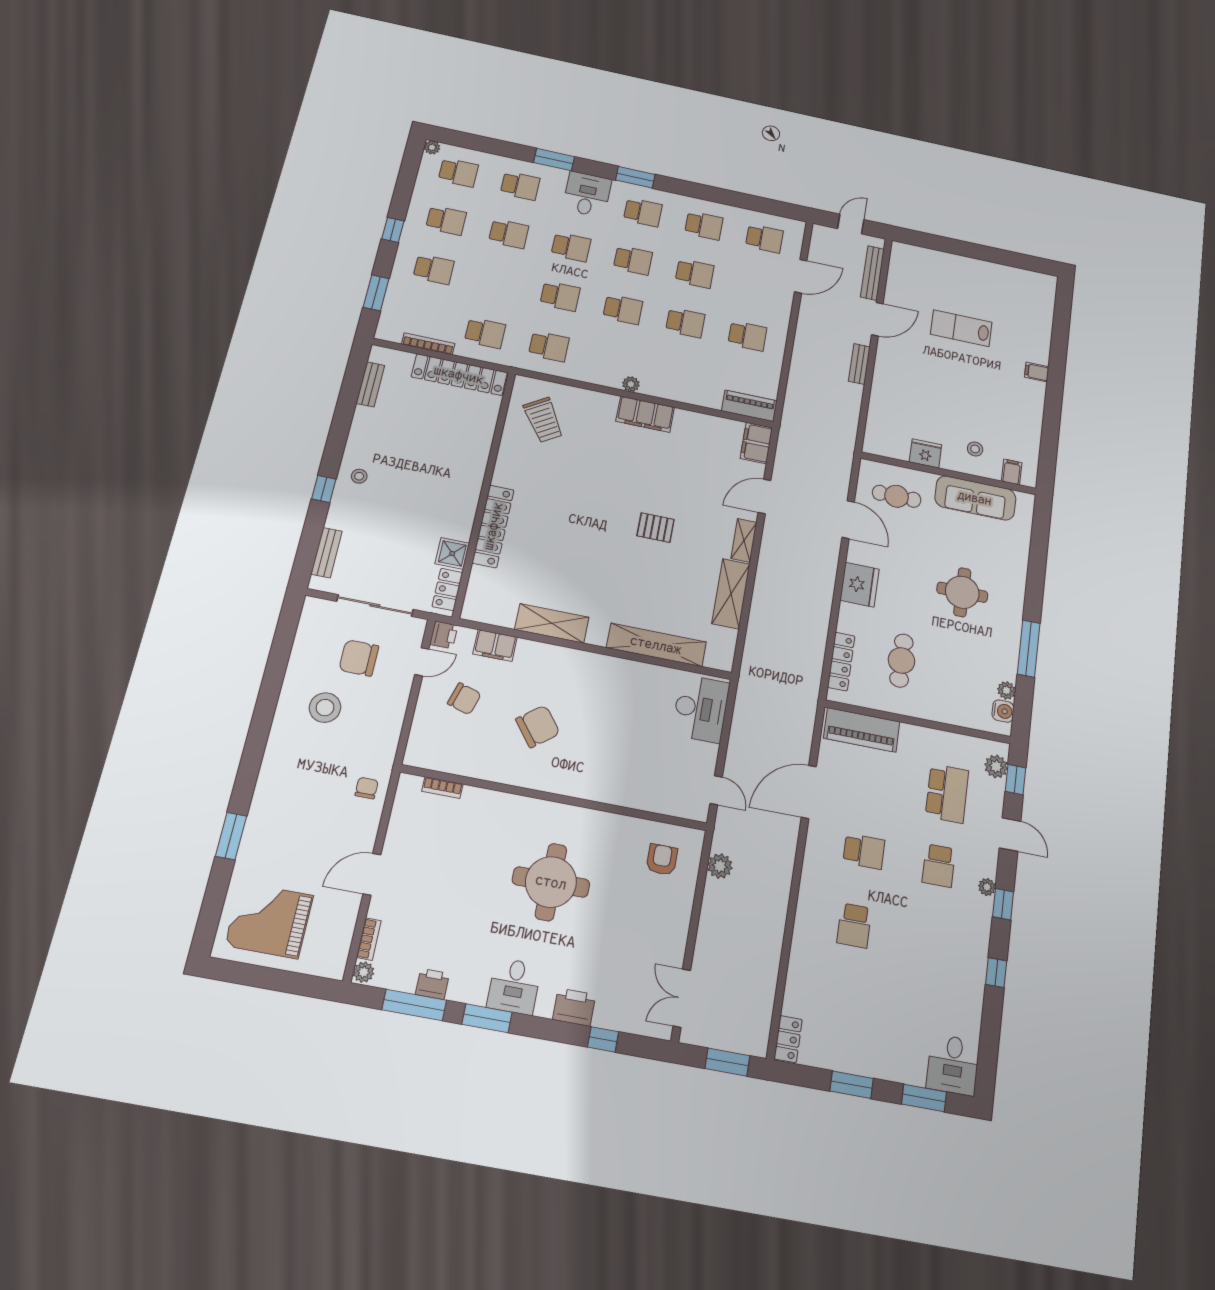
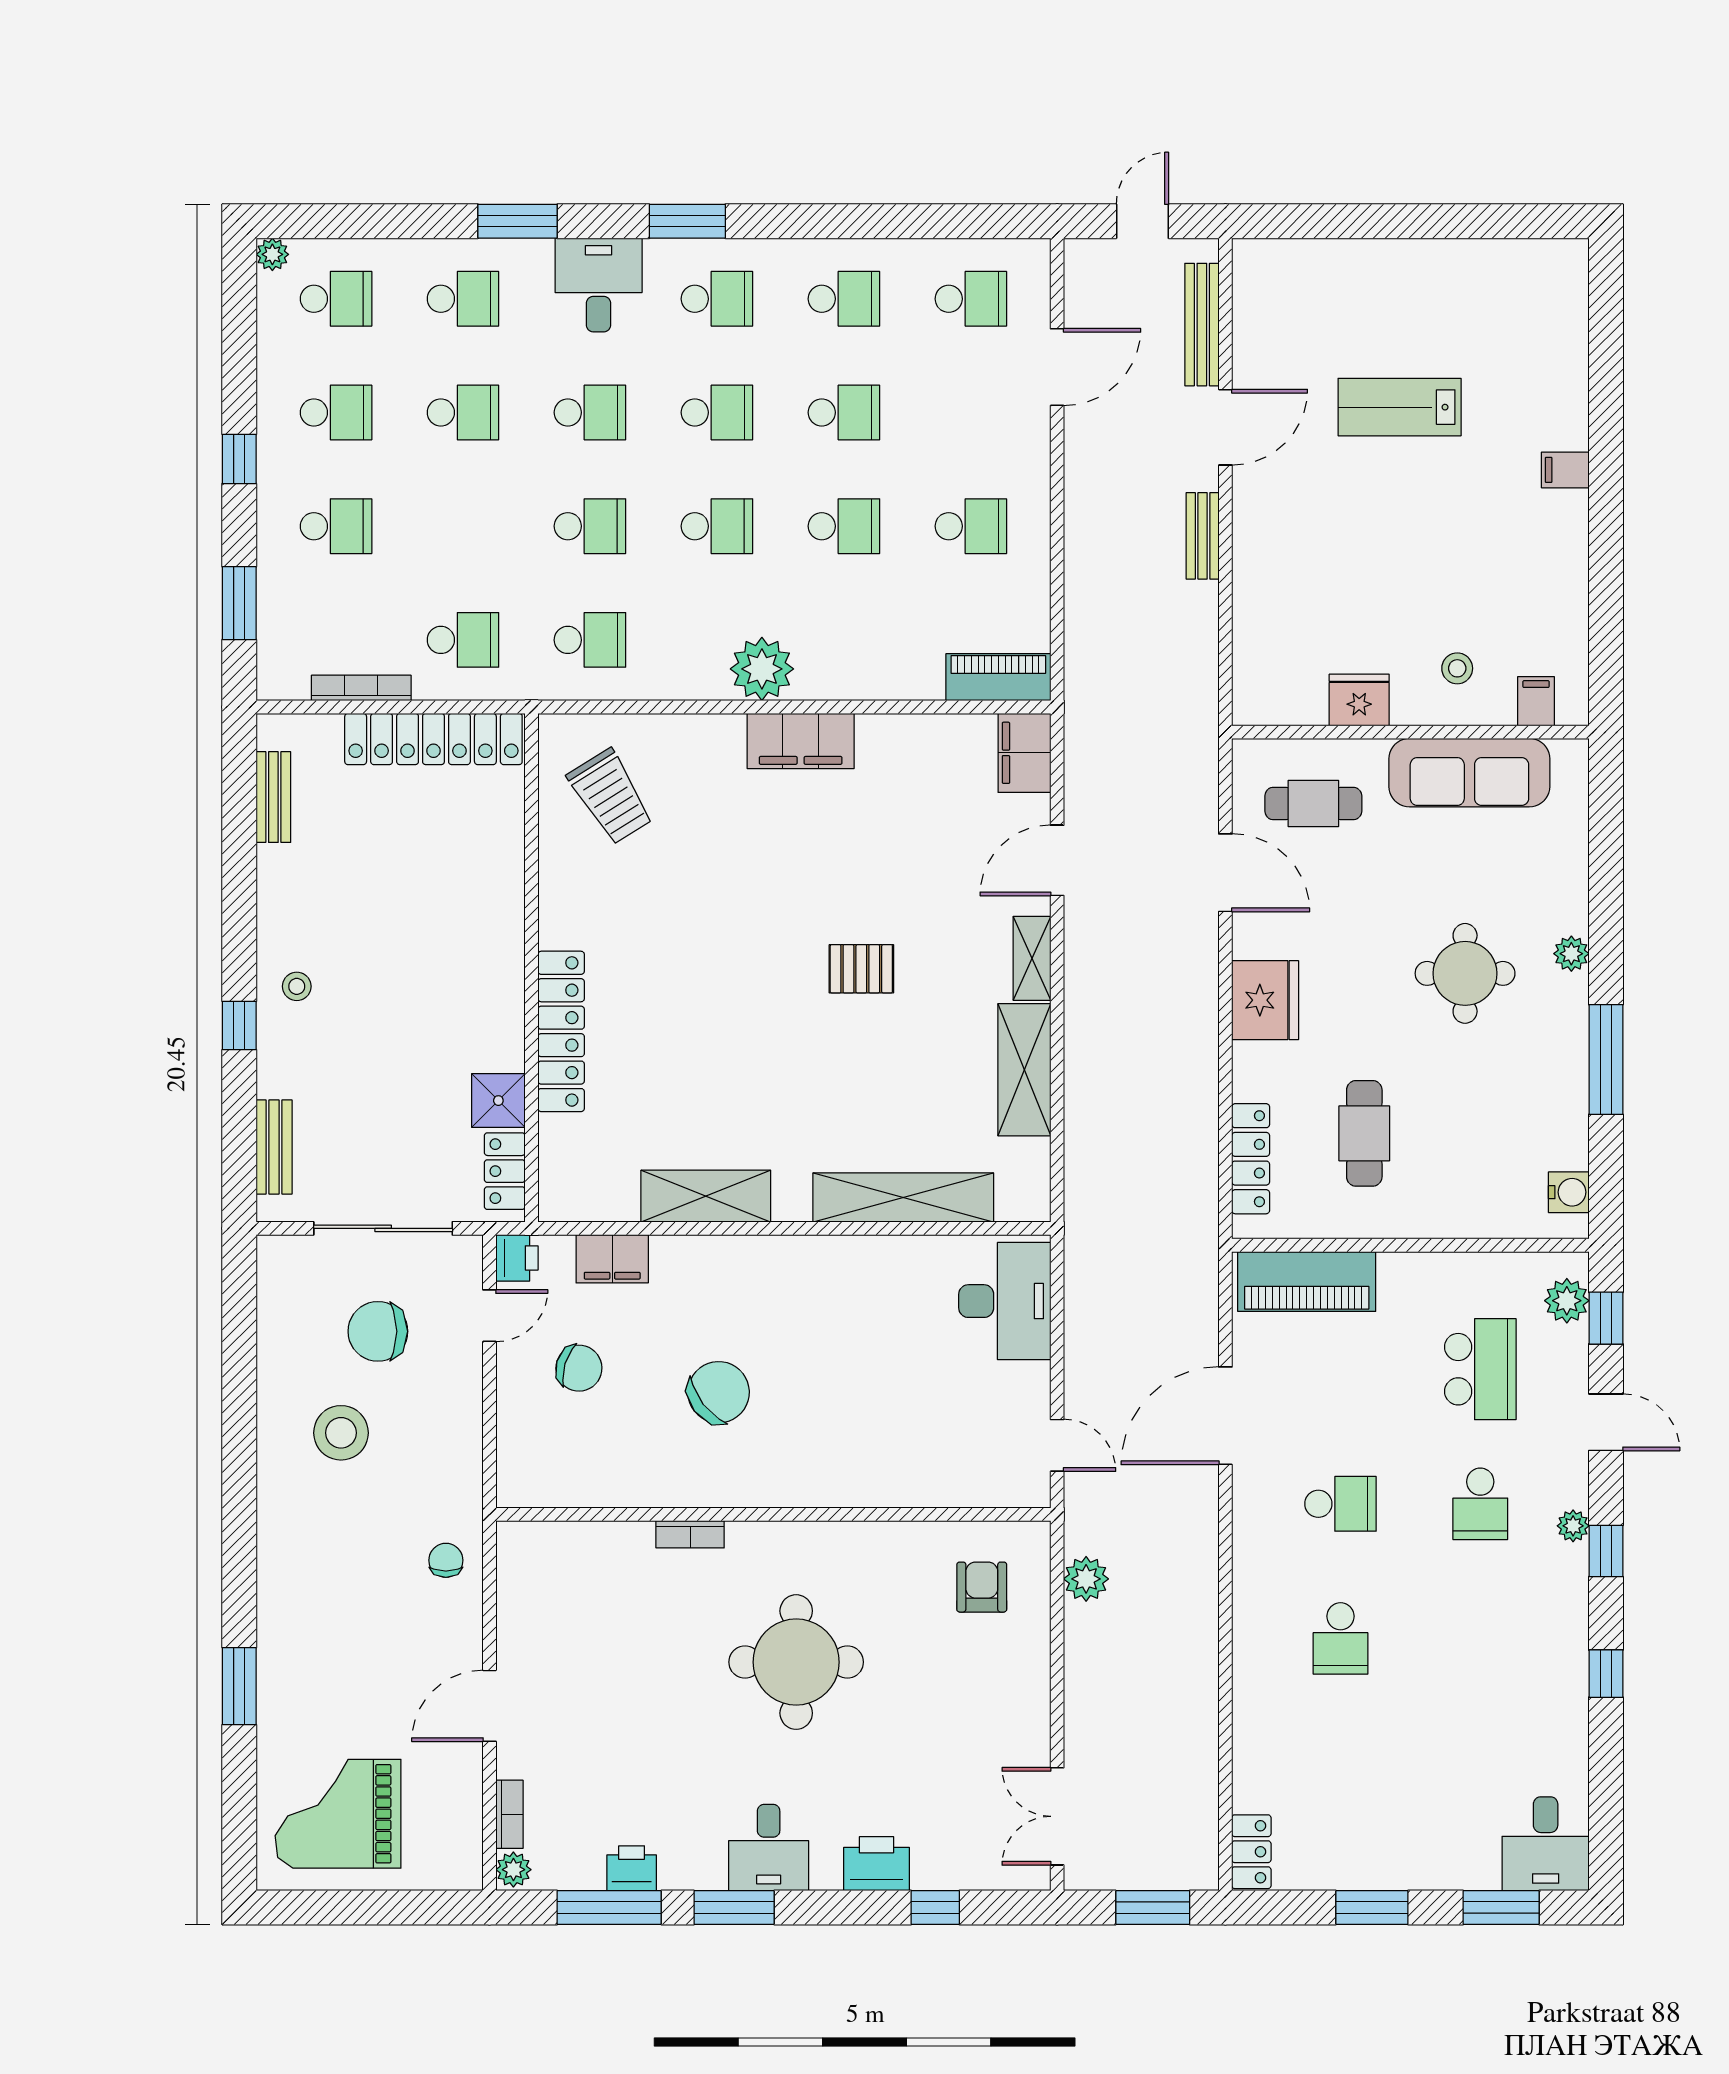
plant: (631, 384) -> (762, 669), width x1.88, depth x1.88
plant: (1006, 690) -> (1571, 954), moved
bookcase: (442, 788) -> (690, 1534), moved

